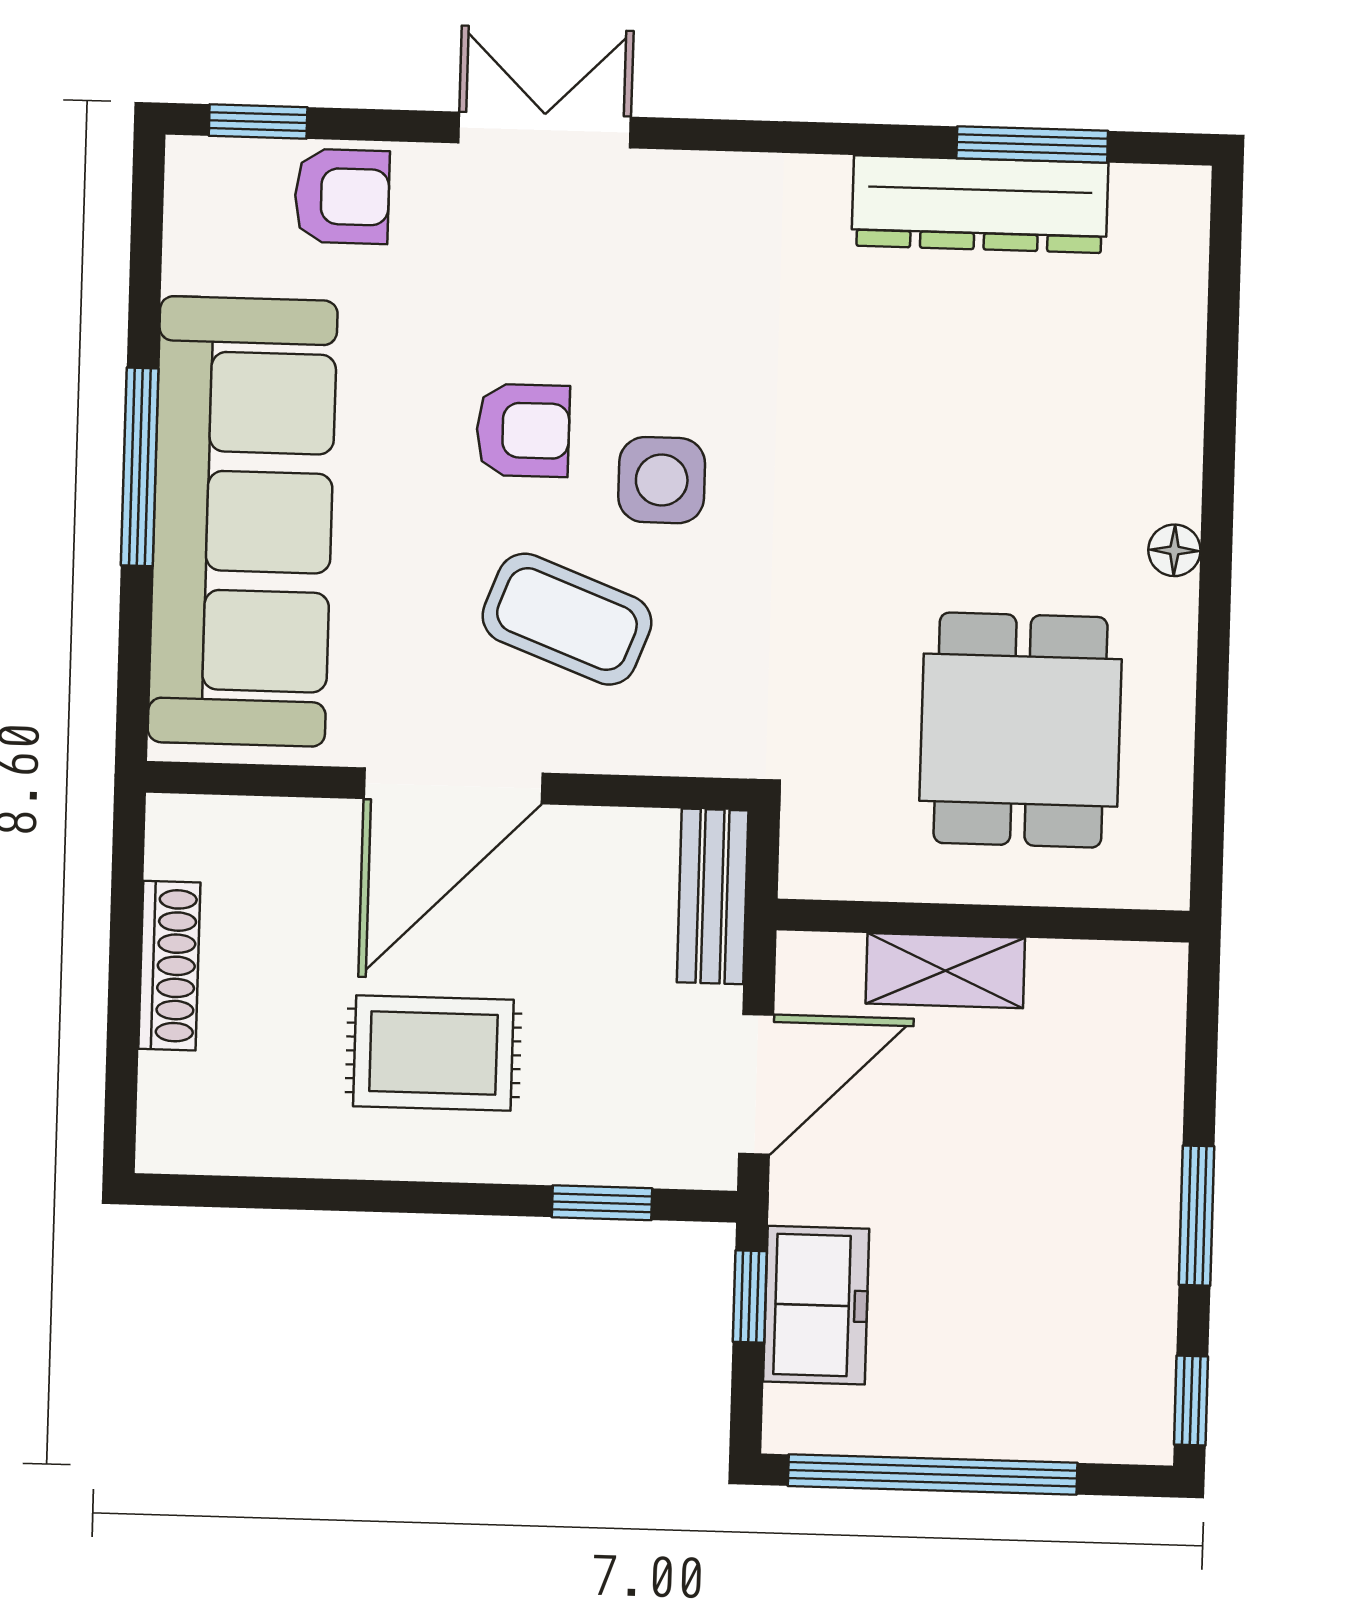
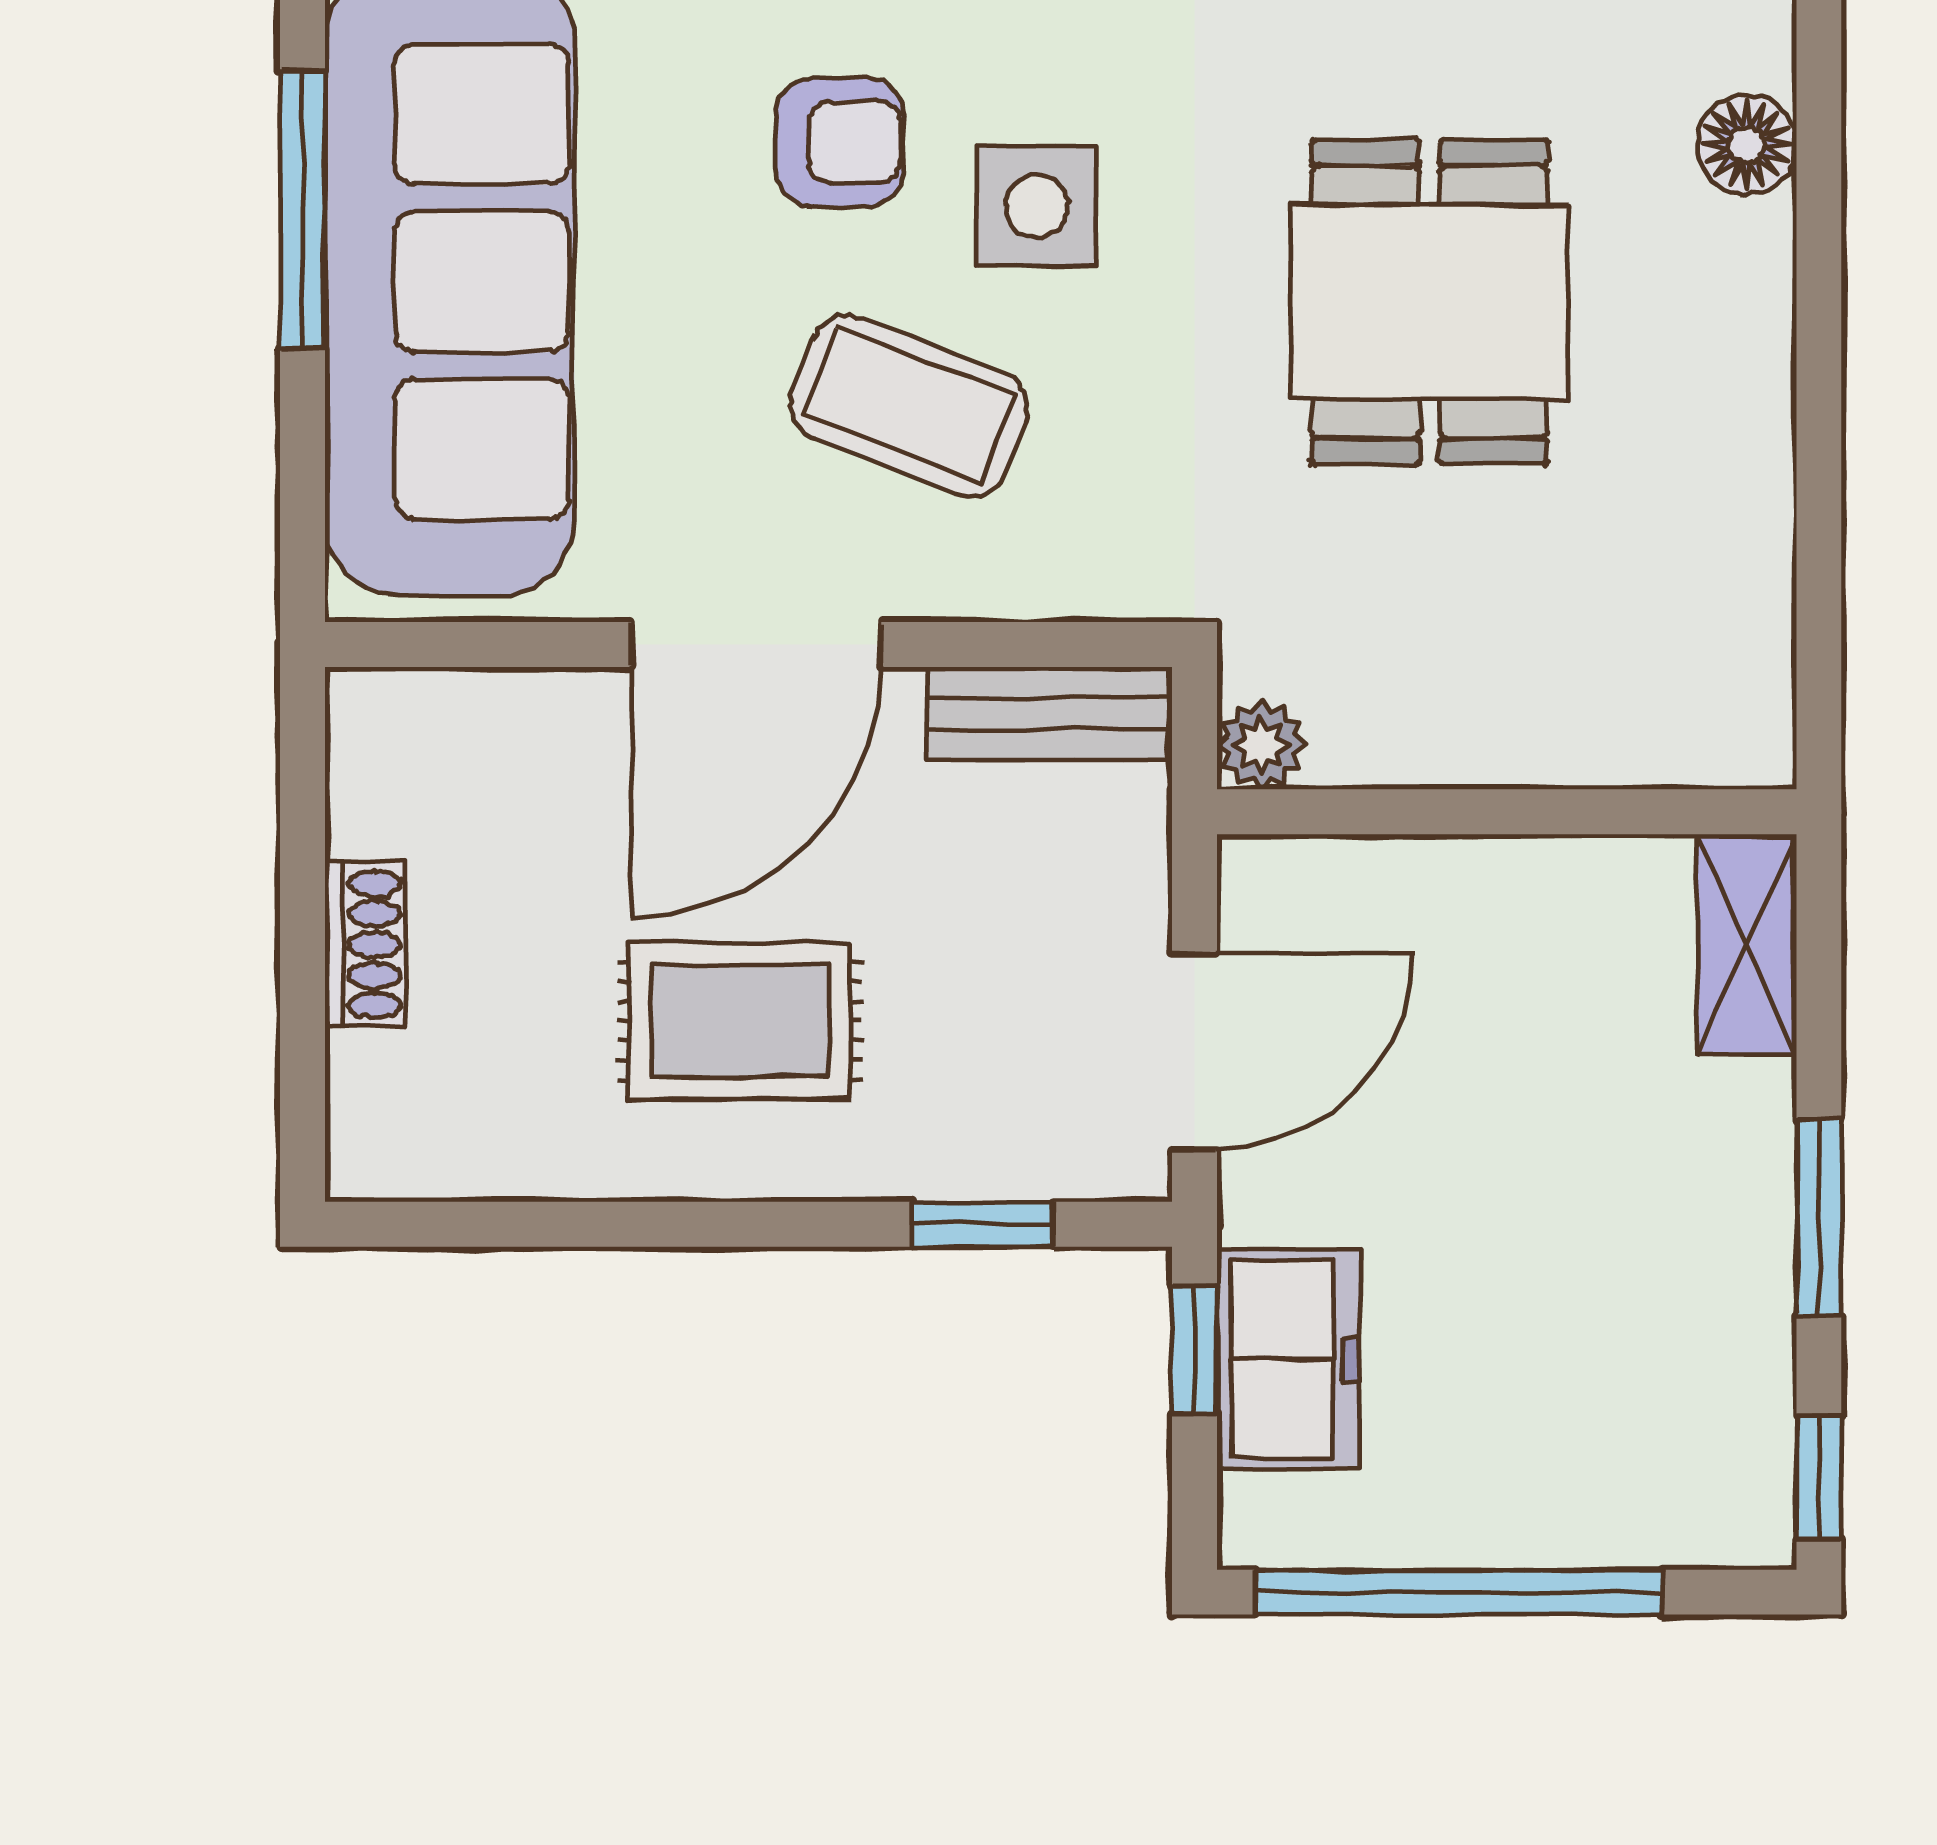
floor lamp: (1174, 550) -> (1746, 145), moved, width x1.37, depth x1.37
dining table: (1021, 730) -> (1430, 302), moved
plant: (810, 868) -> (1261, 745), added
bench: (713, 896) -> (1050, 714), moved, turned 90
shoe rack: (169, 966) -> (365, 945), width x0.70
shelving: (945, 971) -> (1747, 945), moved, turned 90

